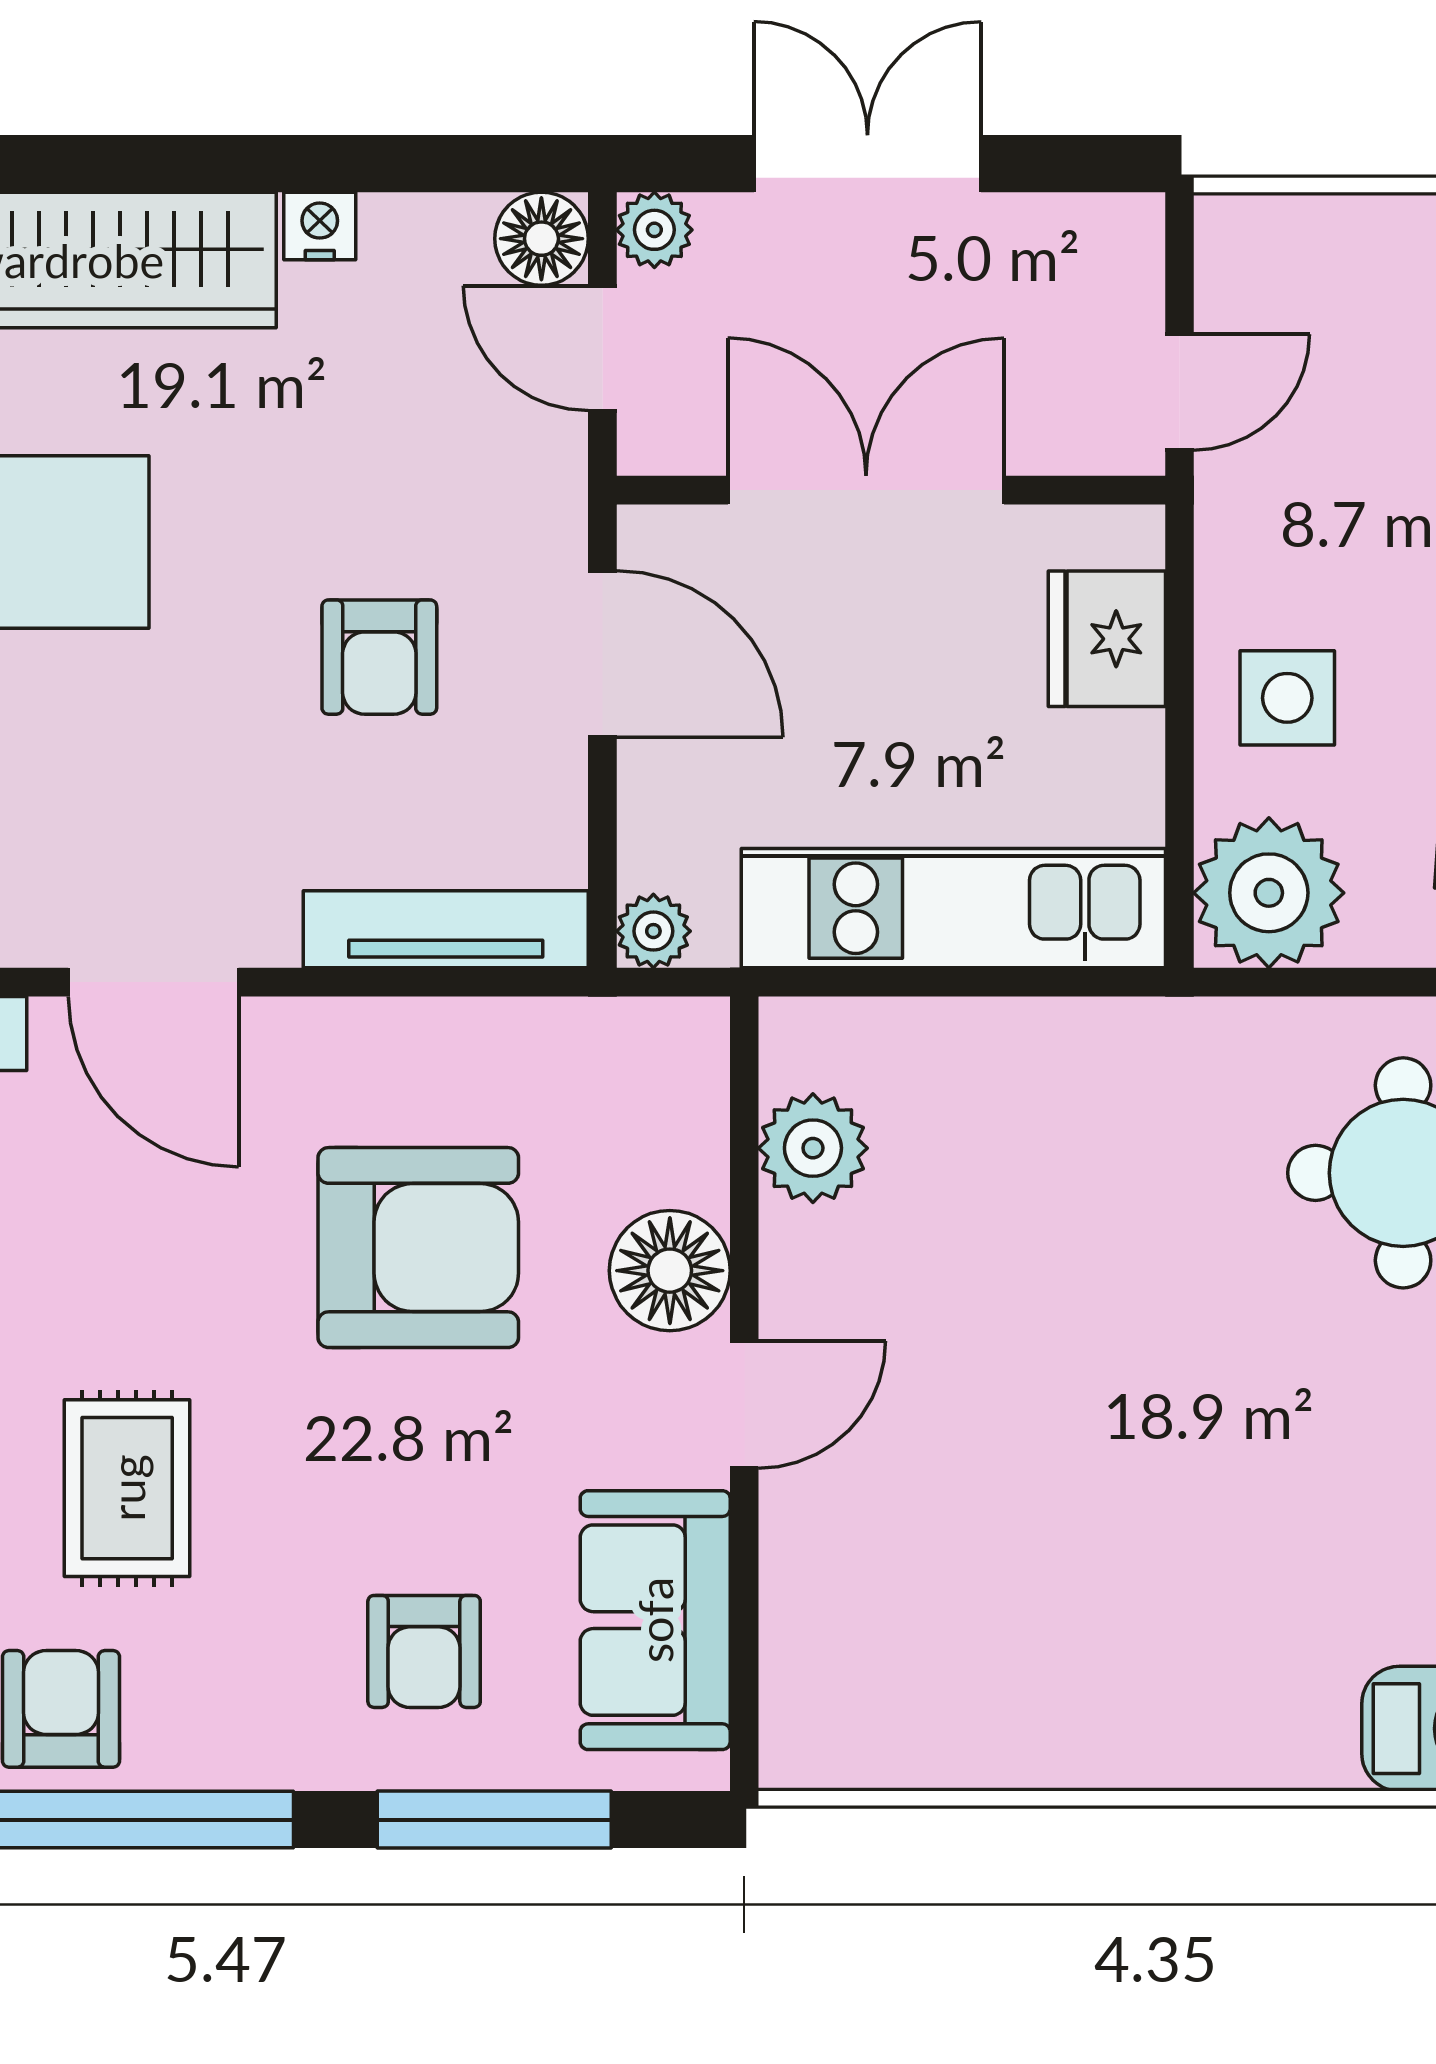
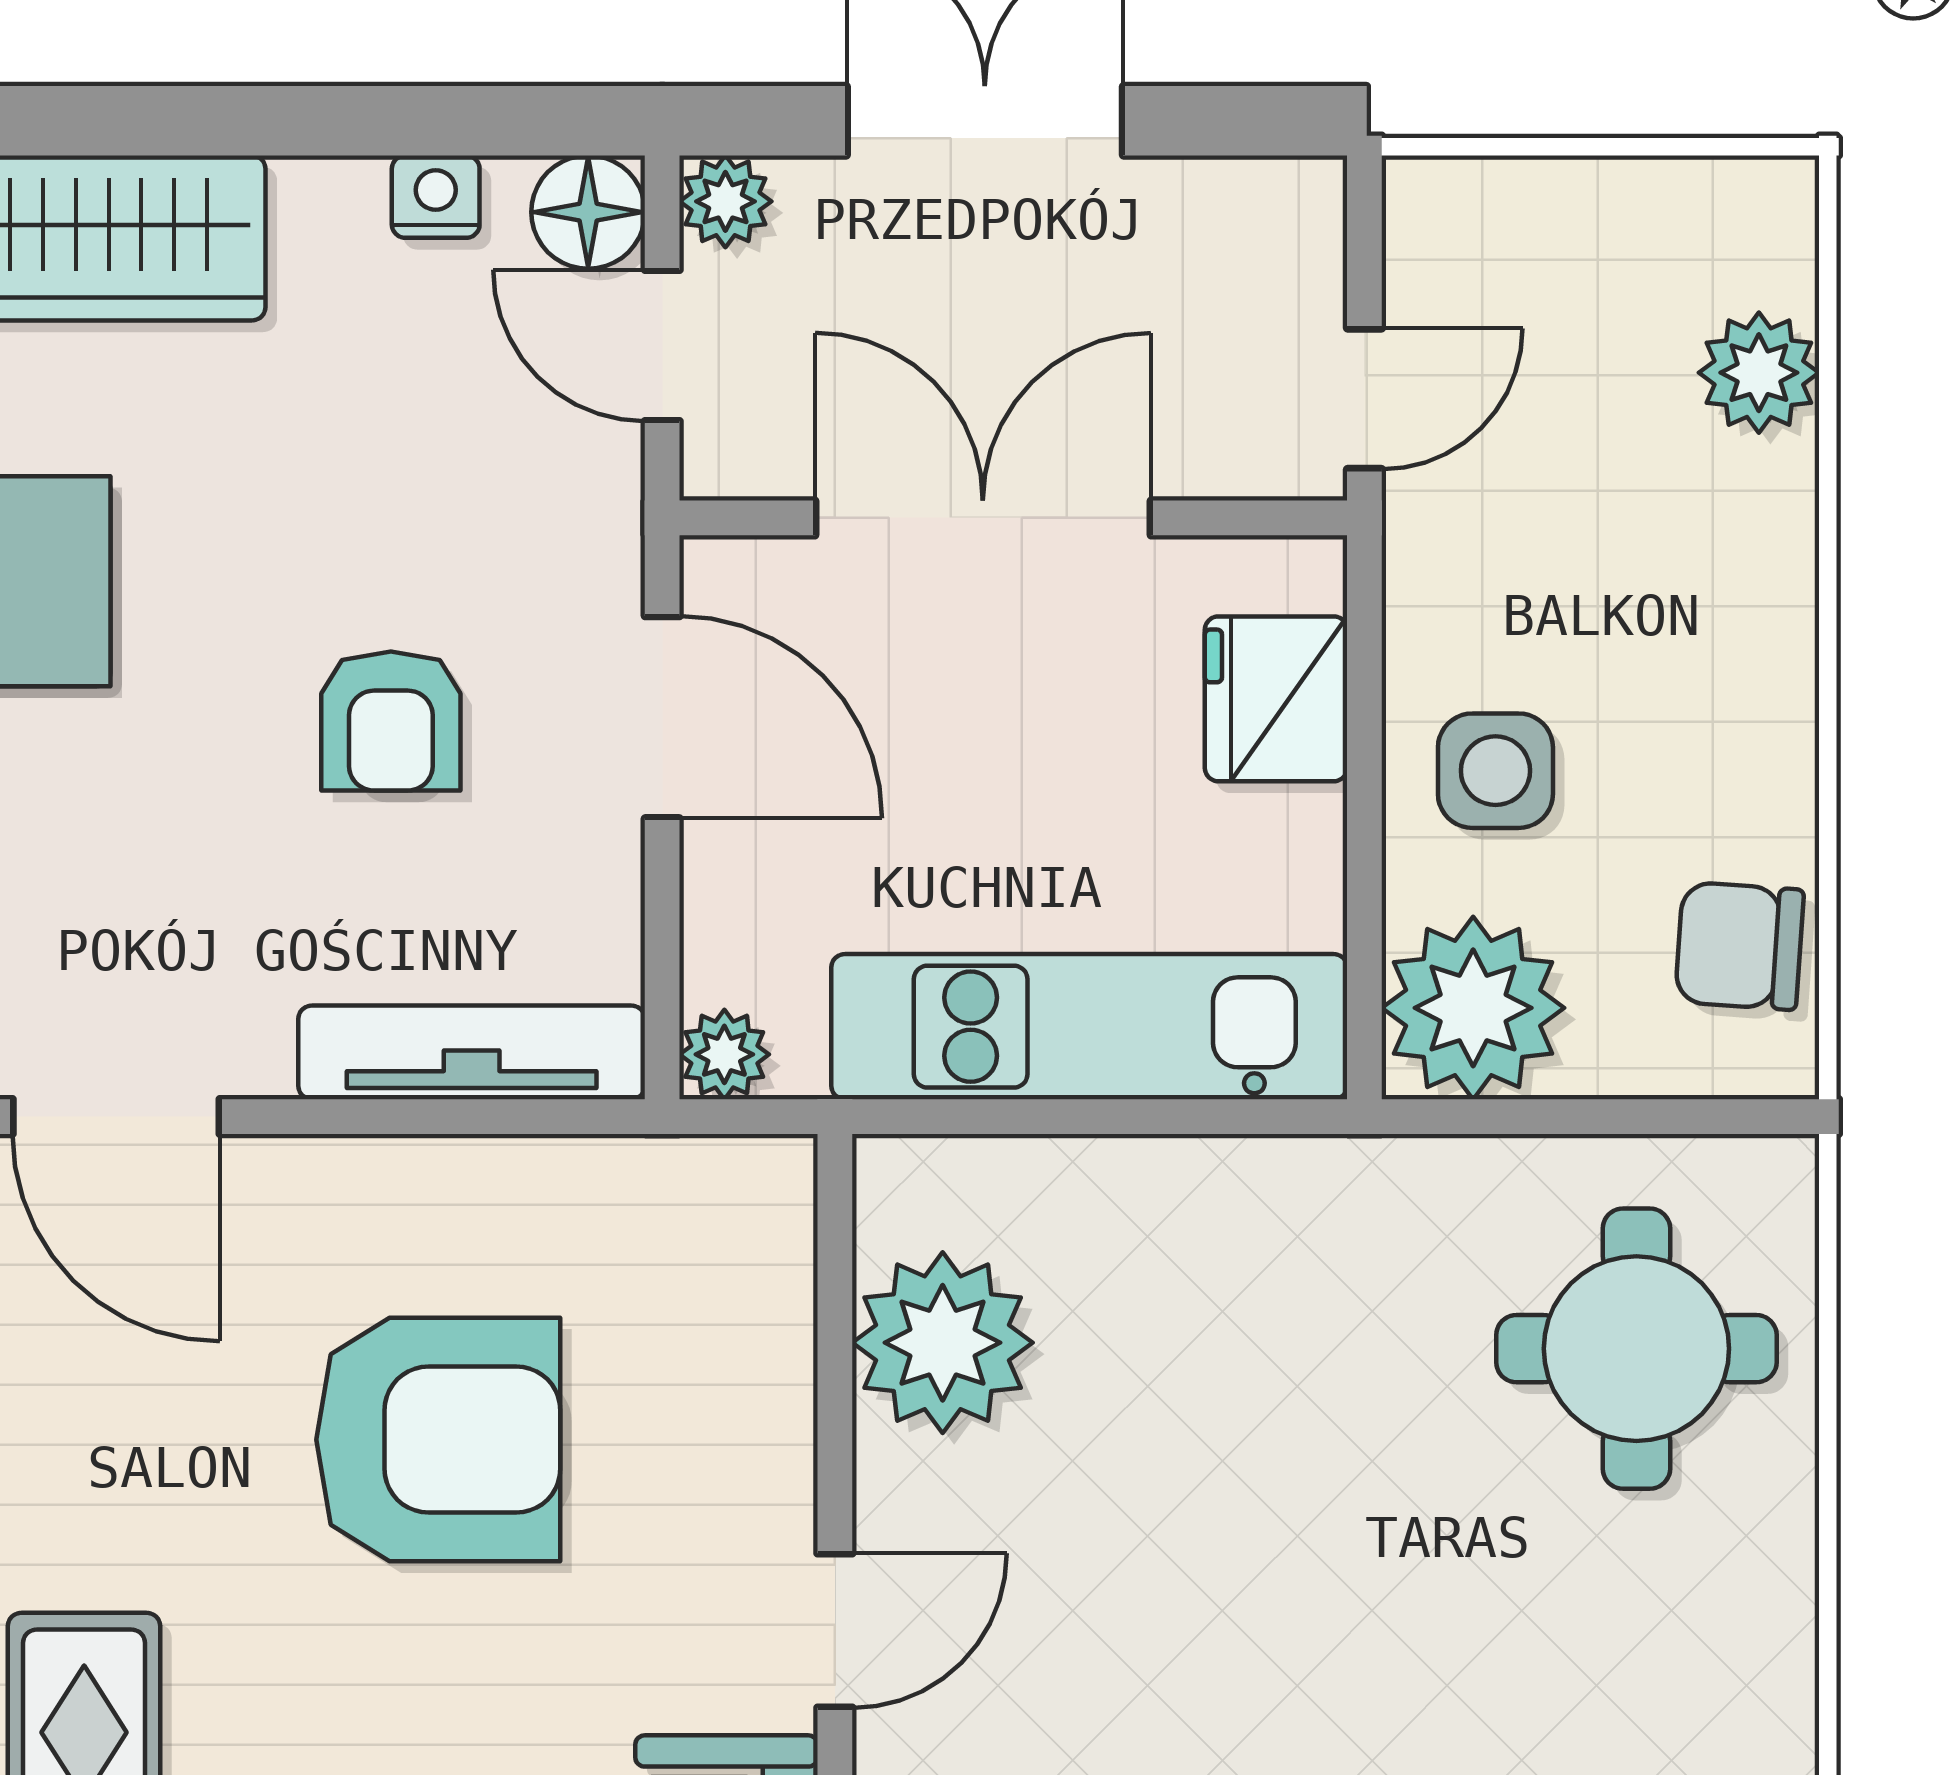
nightstand: (320, 226) -> (436, 197), moved
plant: (813, 1148) -> (943, 1343), width x1.36, depth x1.36
floor lamp: (670, 1271) -> (744, 1468), removed

